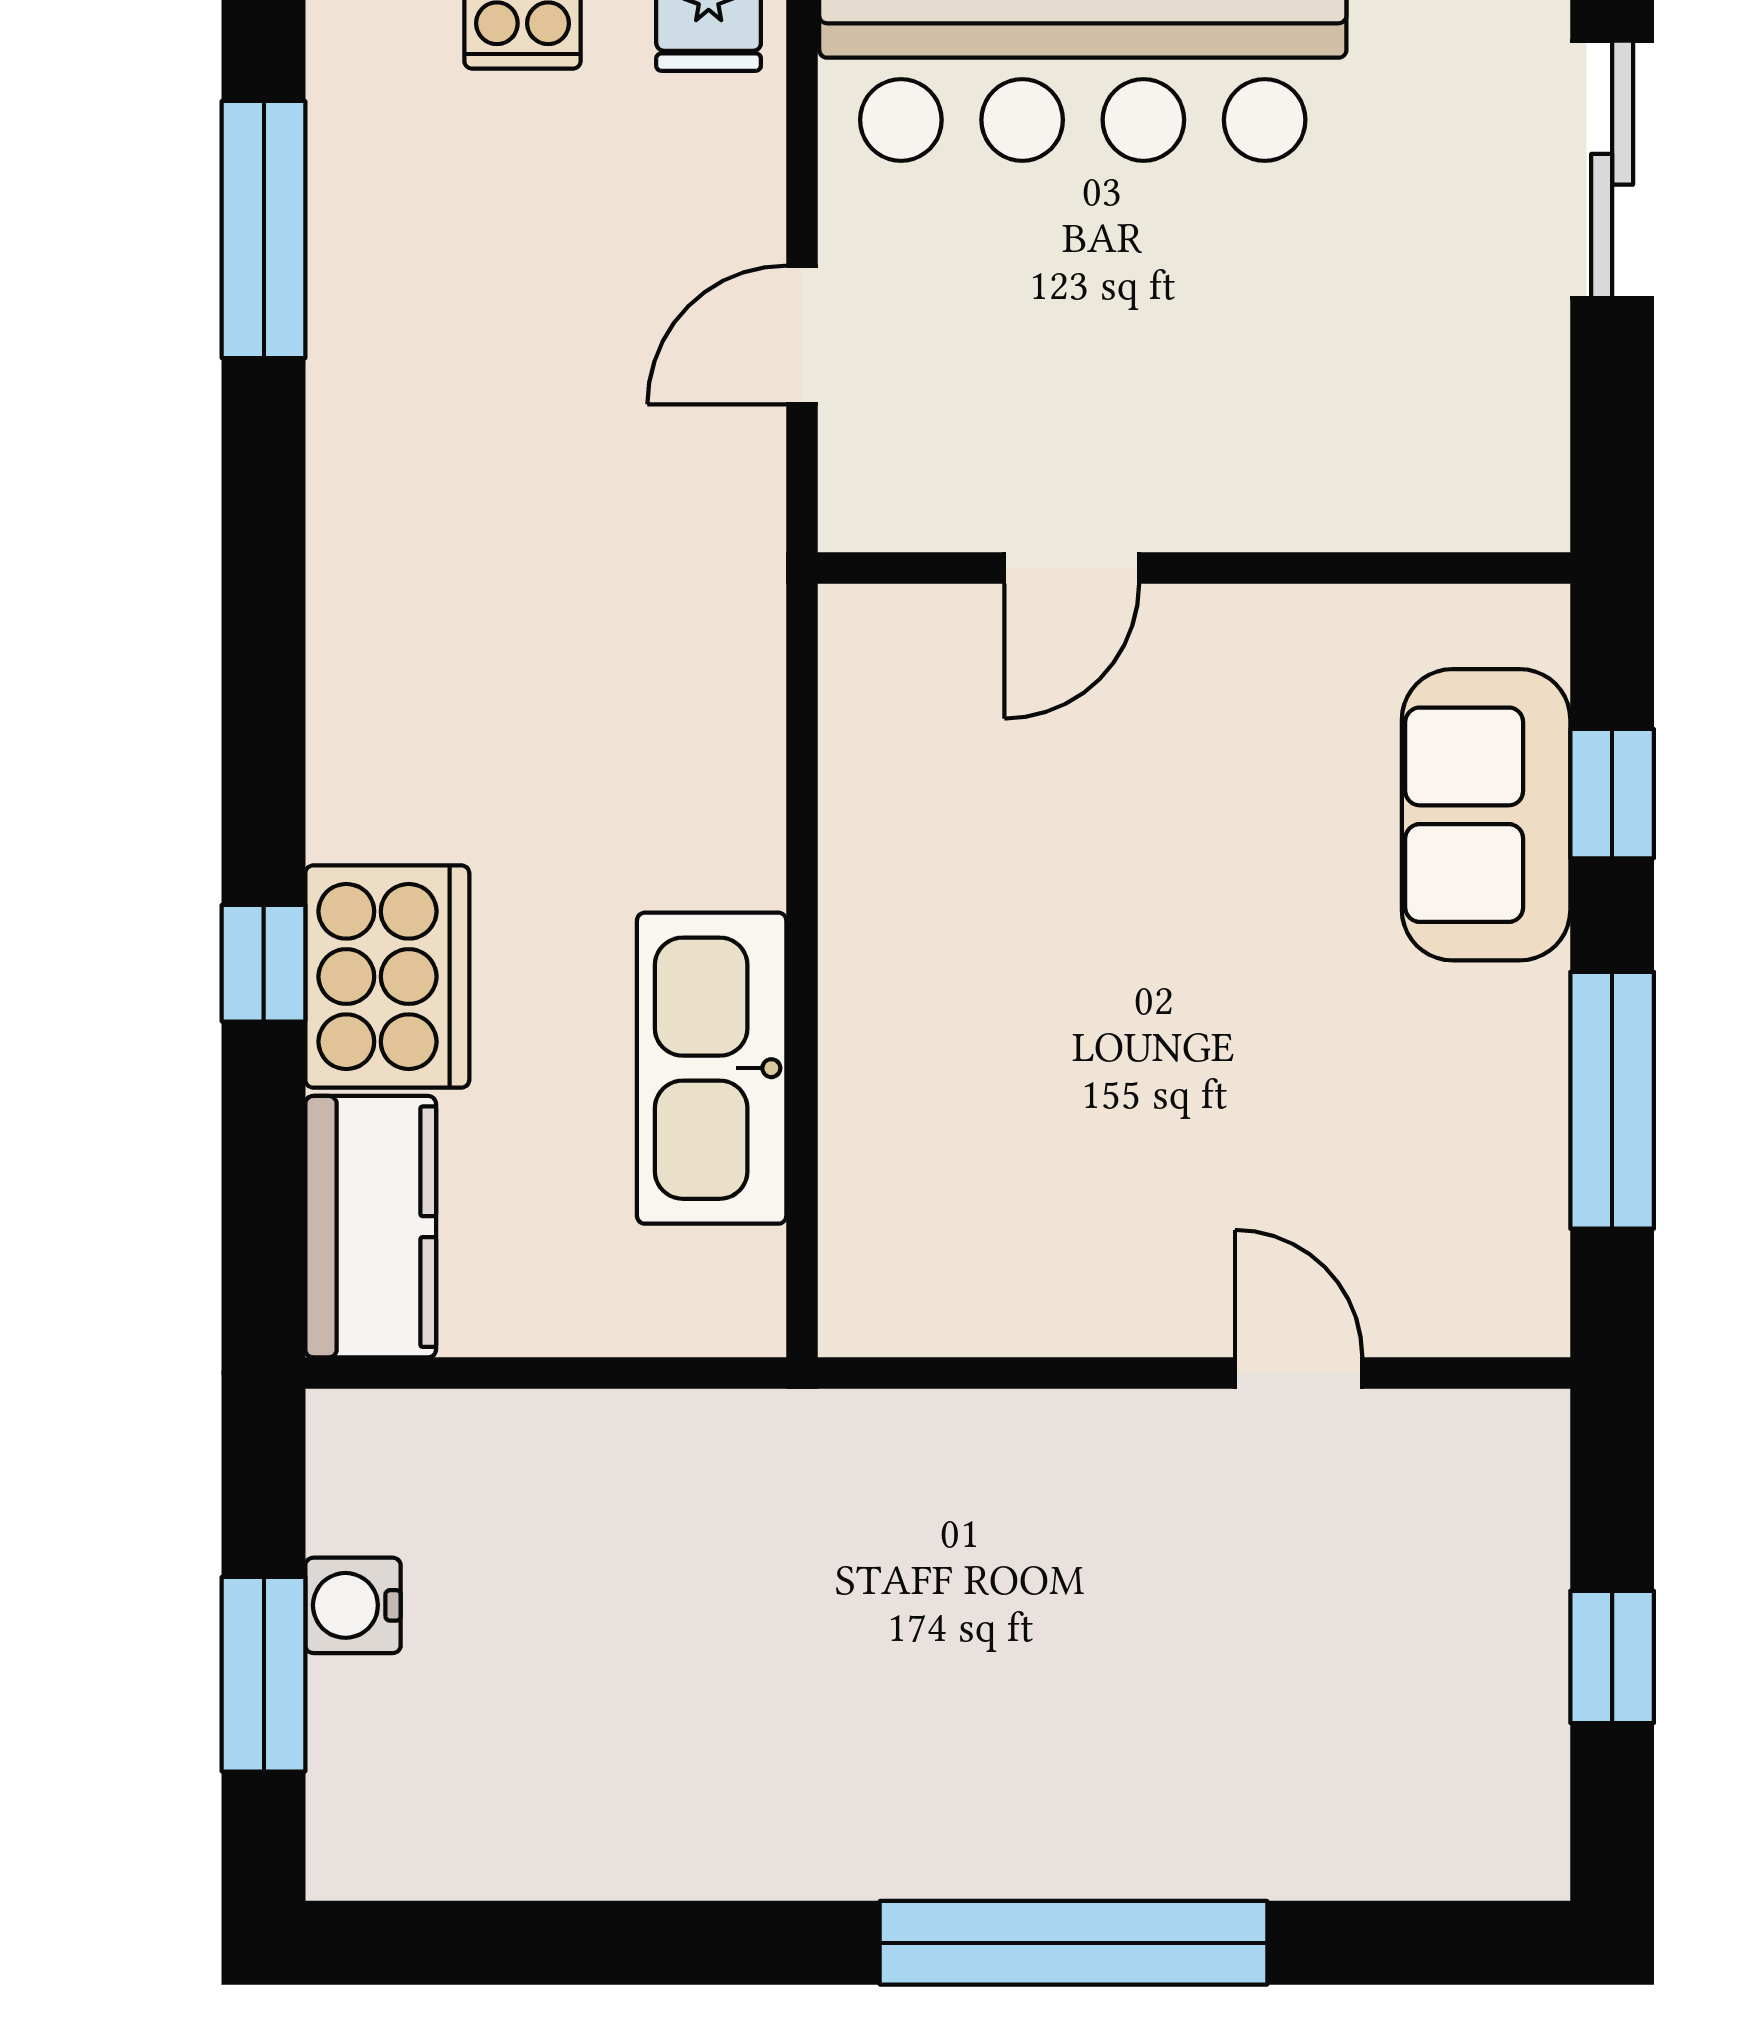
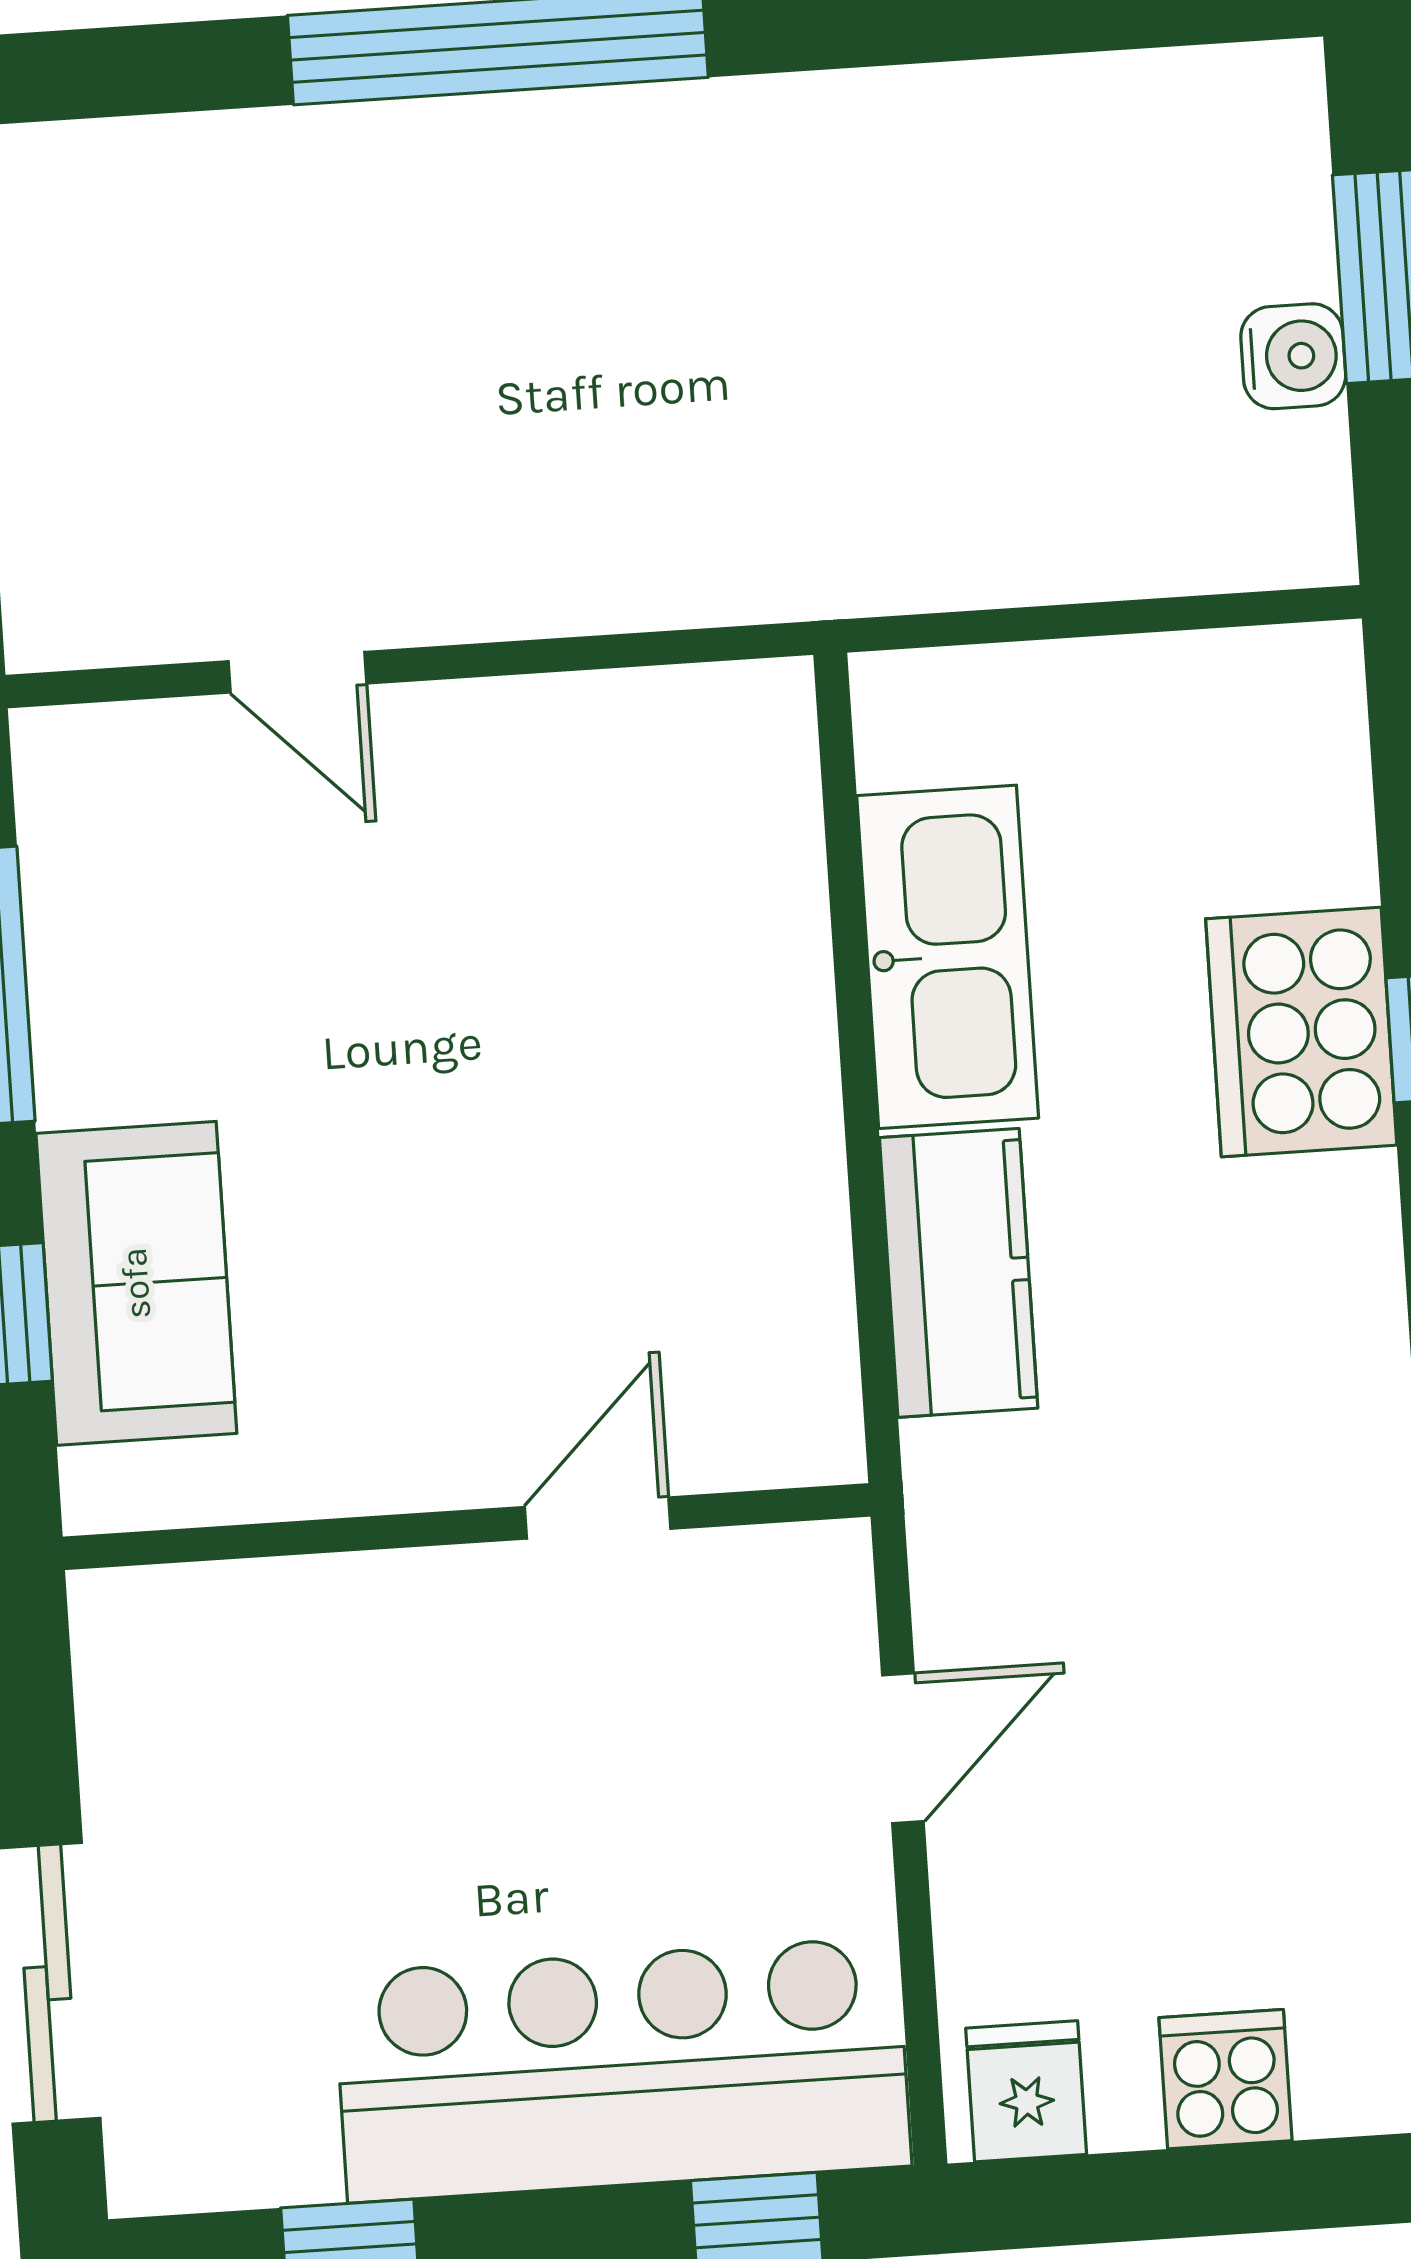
kitchen counter: (371, 1227) -> (959, 1273), moved, turned 180

